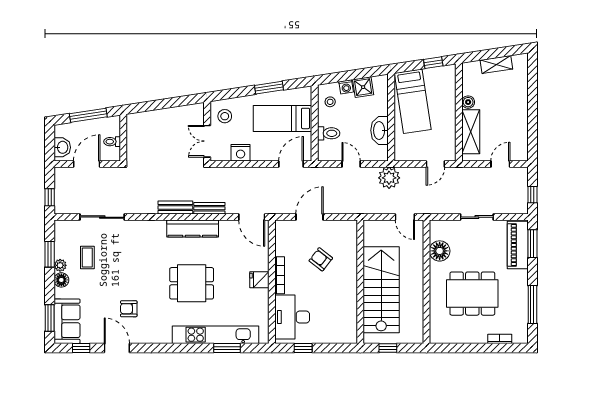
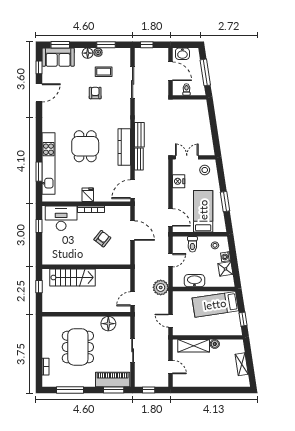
stairs: (381, 290) -> (72, 277), width x0.73, depth x0.66
armchair: (129, 309) -> (95, 93), moved

